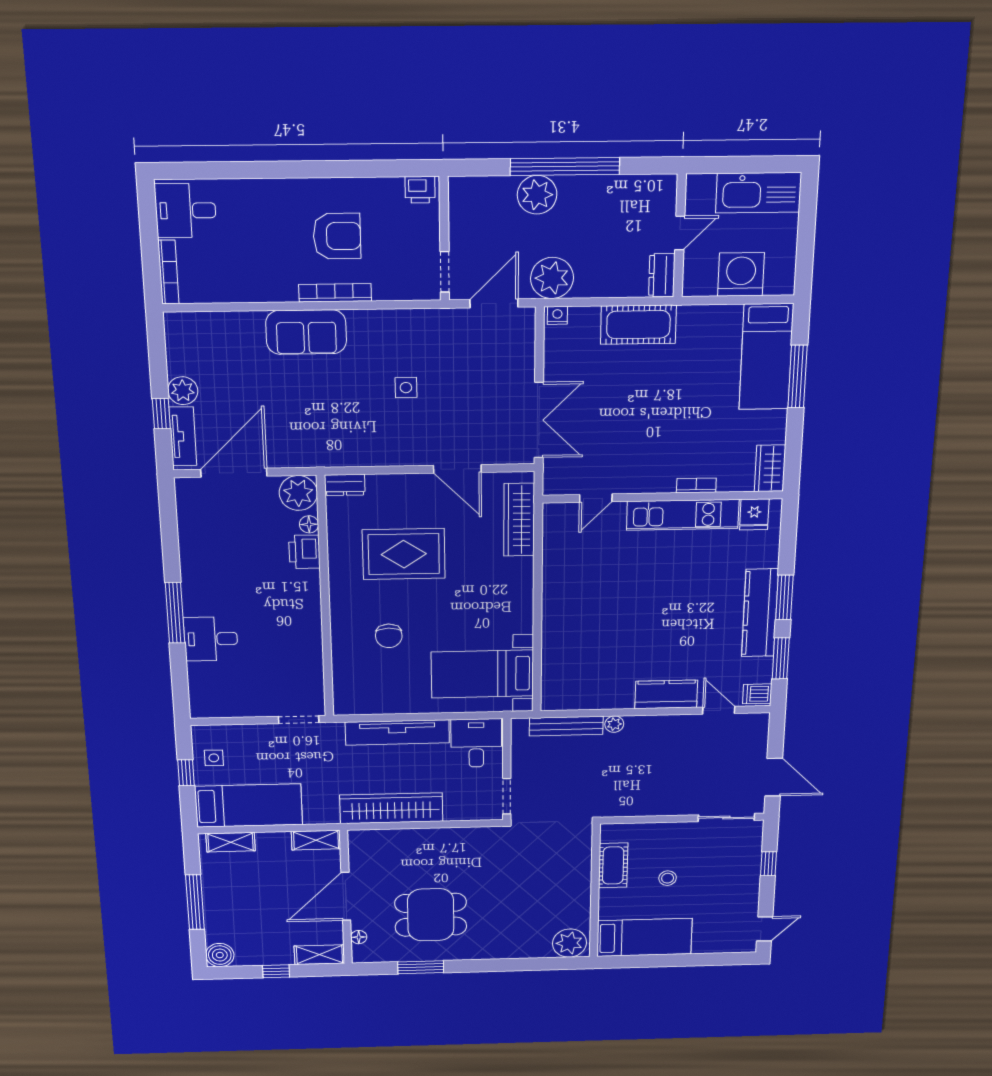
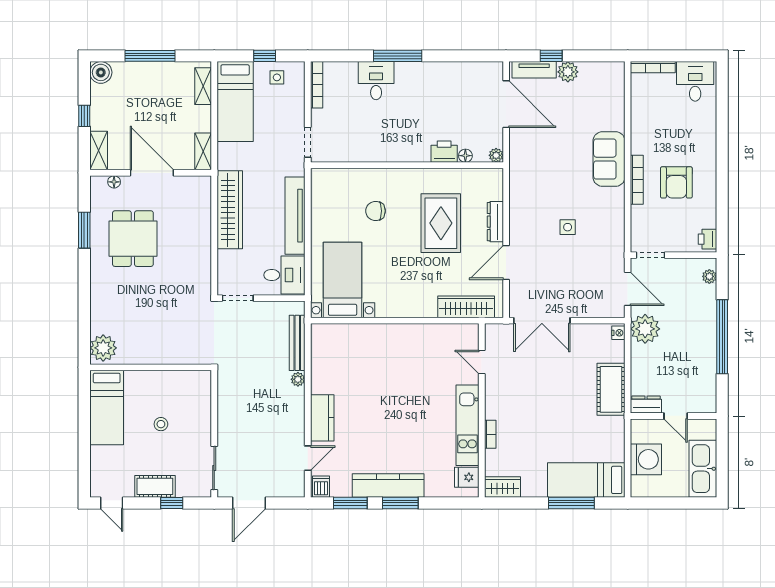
plant: (537, 195) -> (709, 276), moved, width x0.53, depth x0.53
dresser: (345, 485) -> (495, 222), moved, width x1.44
plant: (298, 493) -> (496, 155), width x0.53, depth x0.53
bookcase: (221, 711) -> (317, 85), added
cot: (613, 865) -> (155, 486), moved

